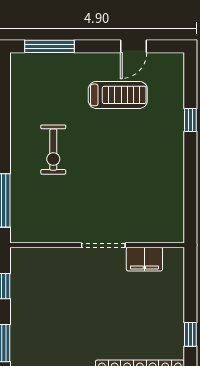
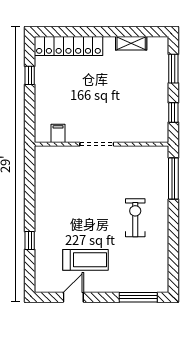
treadmill: (118, 95) -> (86, 260), turned 180
filing cabinet: (144, 259) -> (58, 133), width x0.50

